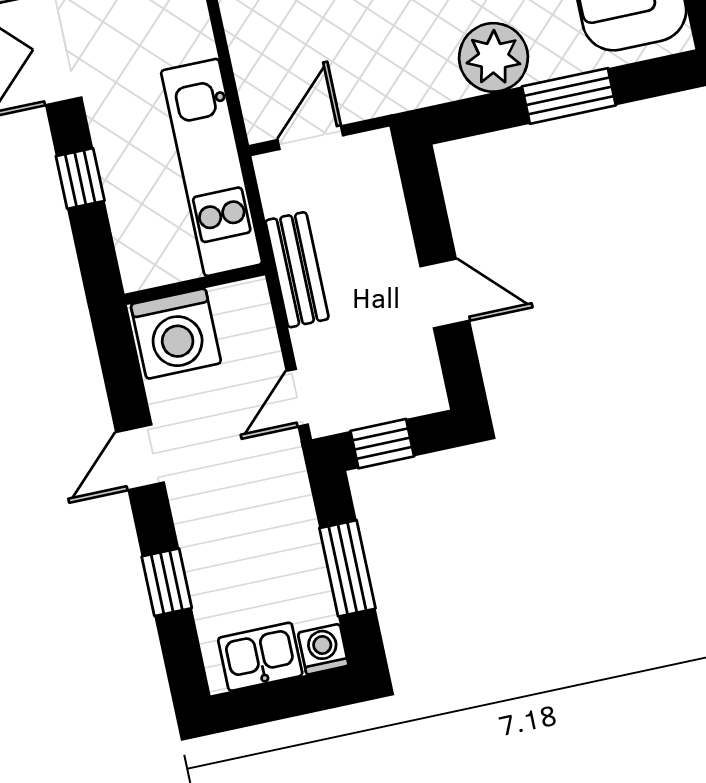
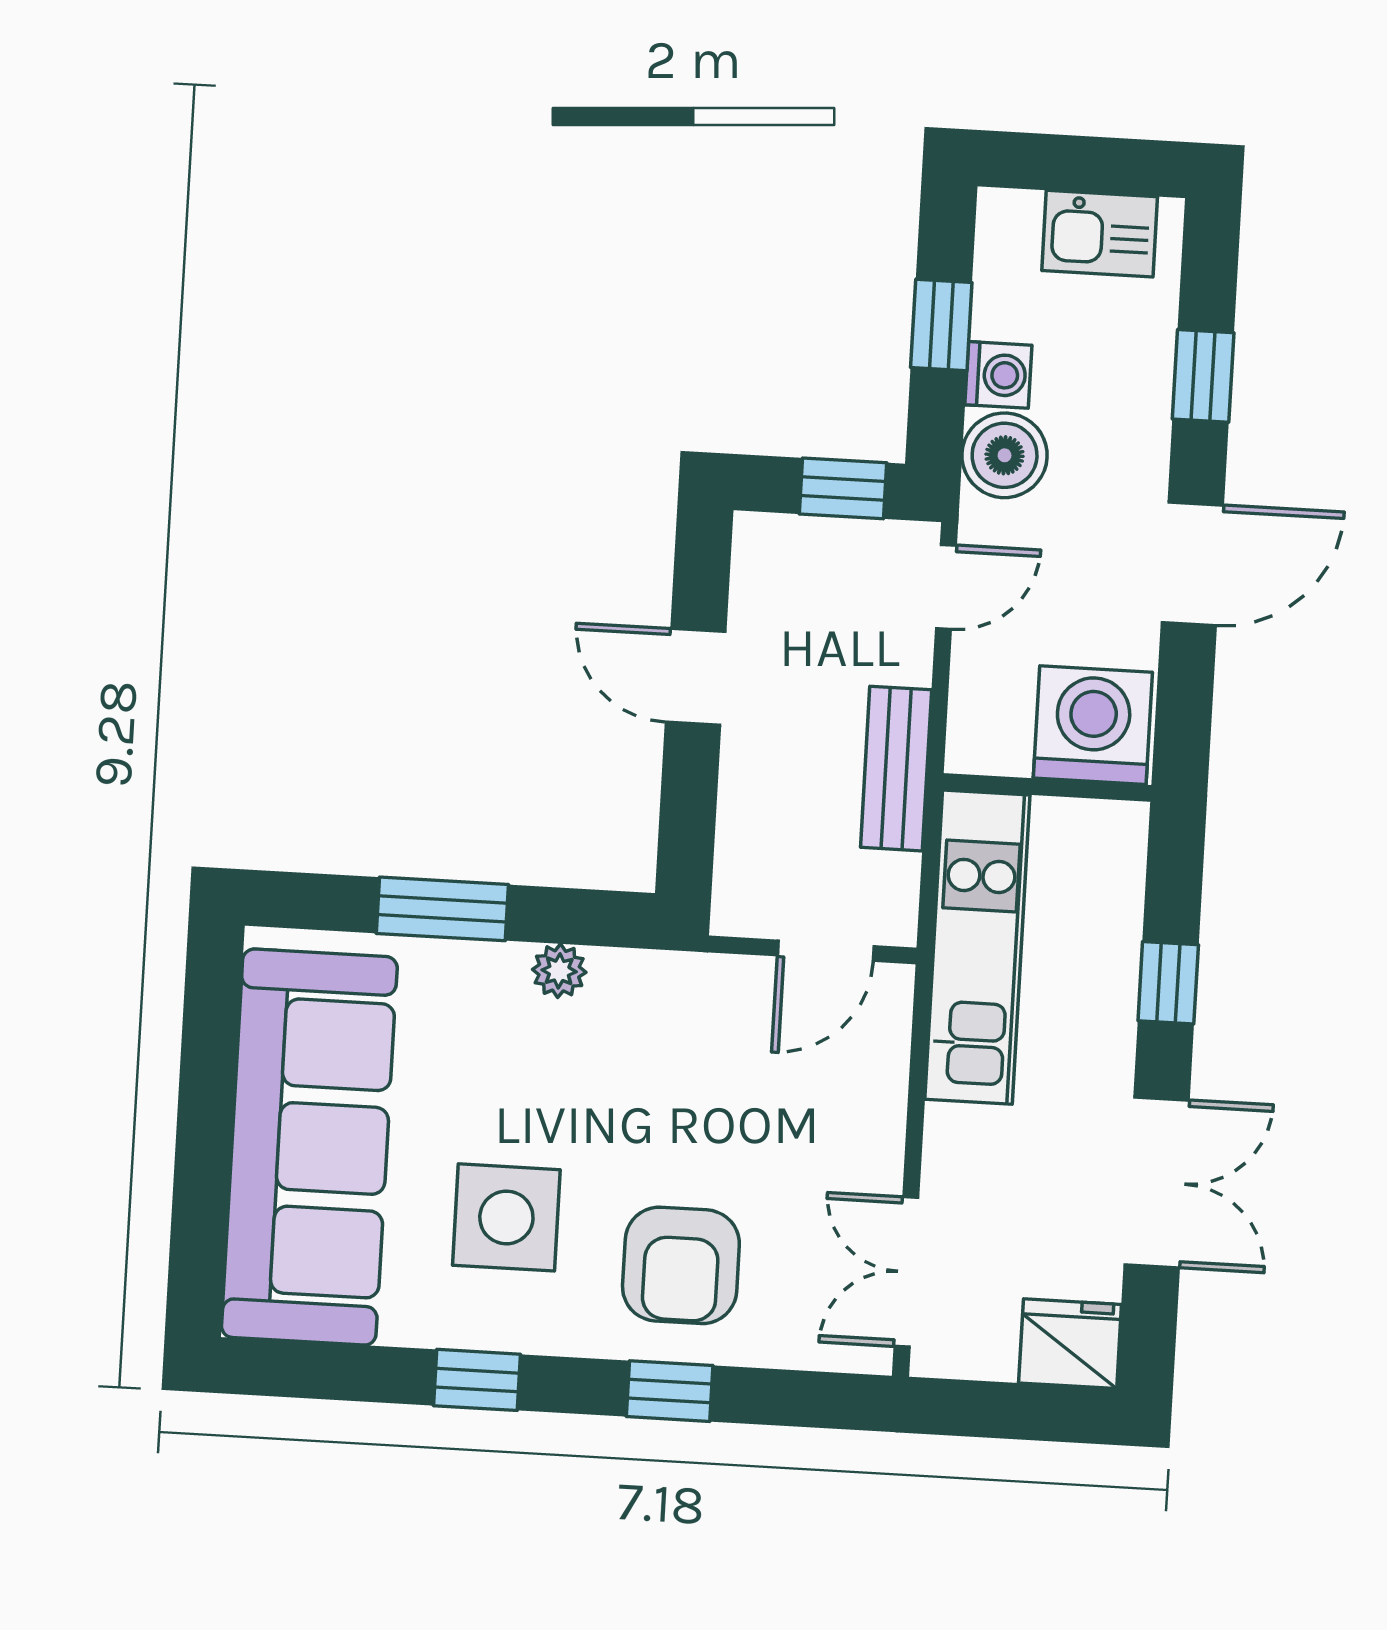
plant: (493, 57) -> (559, 971), width x0.53, depth x0.53
door: (140, 457) -> (1192, 564), width x1.37
boiler: (283, 494) -> (1005, 455), added
window: (347, 568) -> (941, 325), width x0.67
washing machine: (323, 649) -> (998, 375), moved, turned -90

